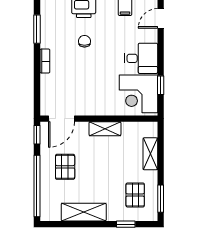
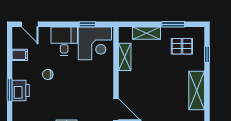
chair: (84, 41) -> (48, 74), moved
shelving: (105, 129) -> (125, 57), moved
pallet: (65, 167) -> (158, 107), removed
window: (161, 199) -> (173, 24), moved

